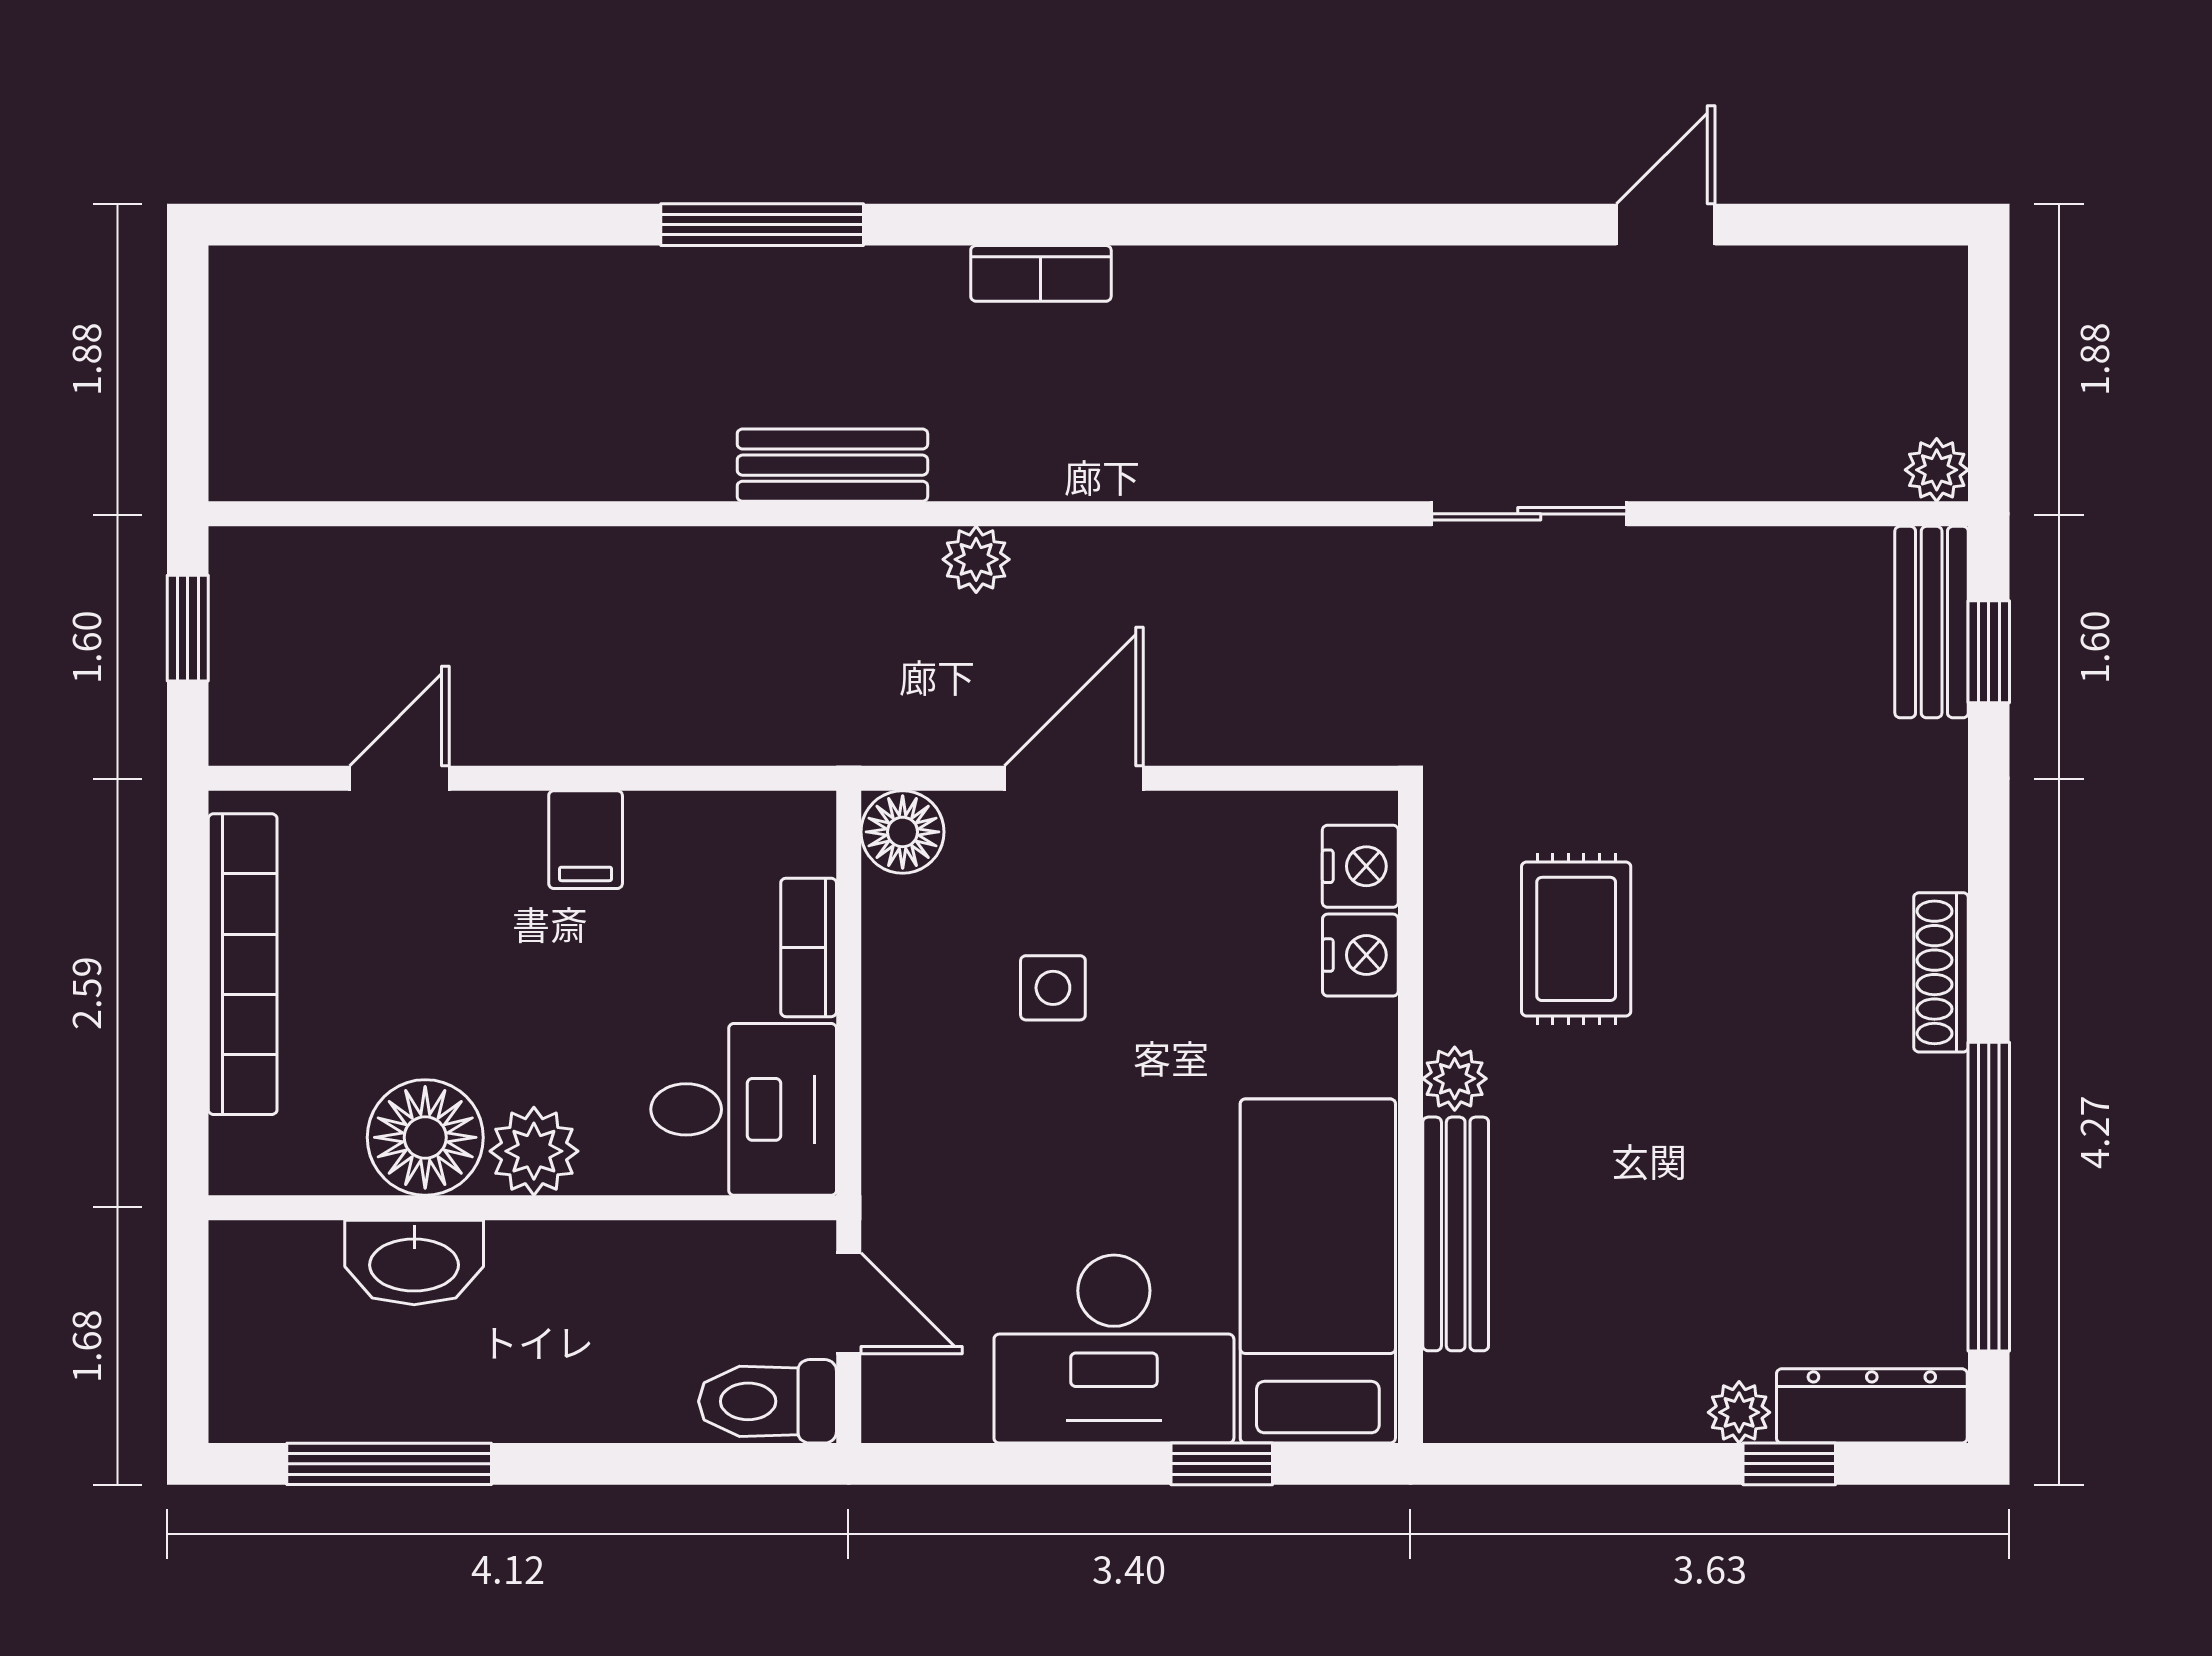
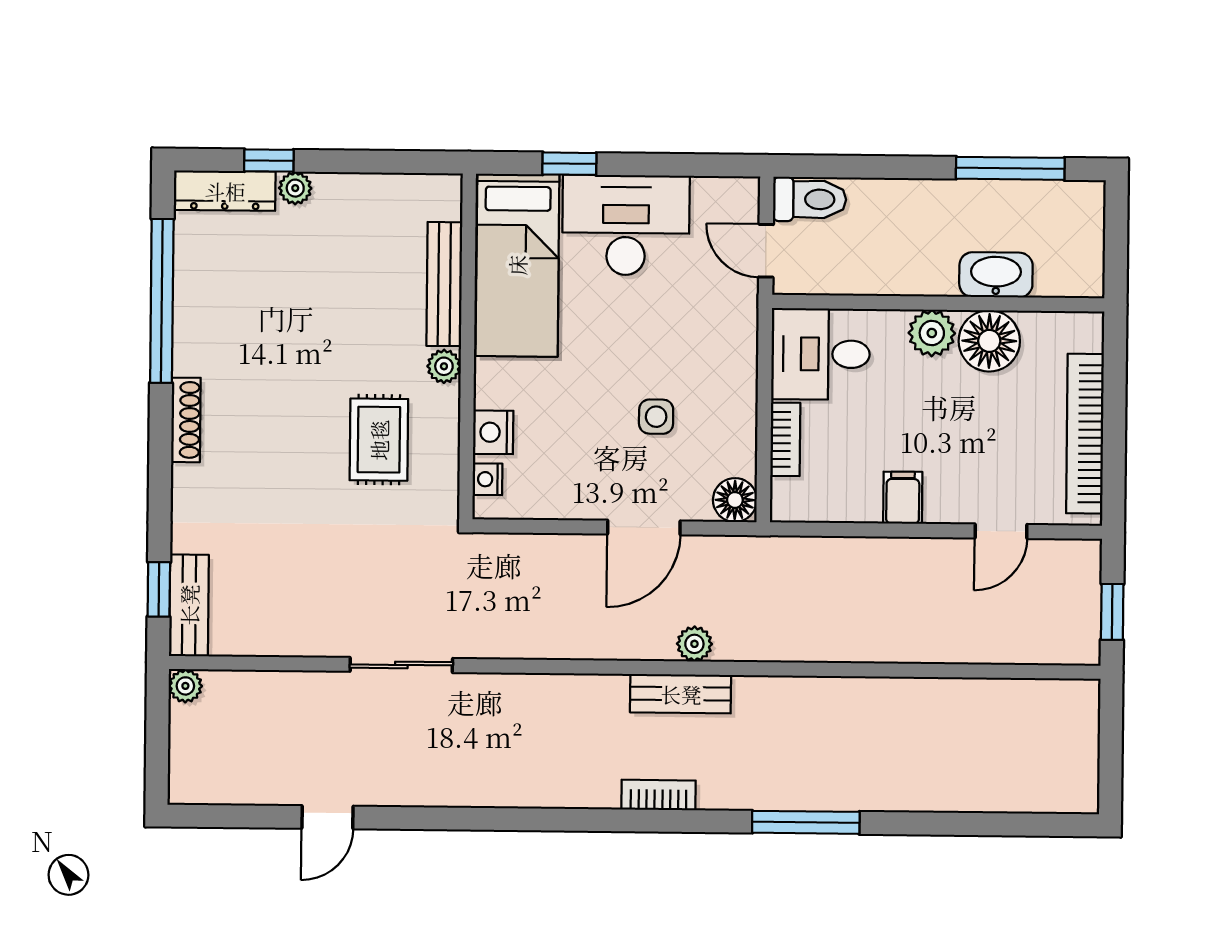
bench: (832, 465) -> (681, 694), moved
nightstand: (1360, 866) -> (488, 479), width x0.72, depth x0.74

